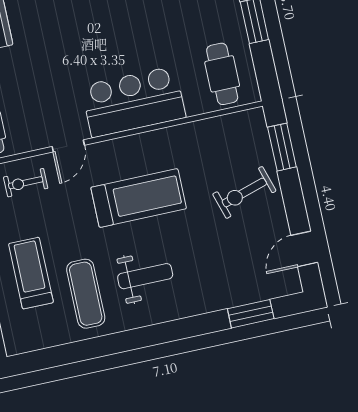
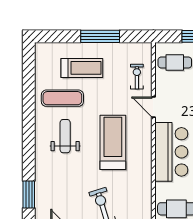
treadmill: (139, 198) -> (113, 142), turned 180
weight bench: (145, 276) -> (65, 136), turned 180

